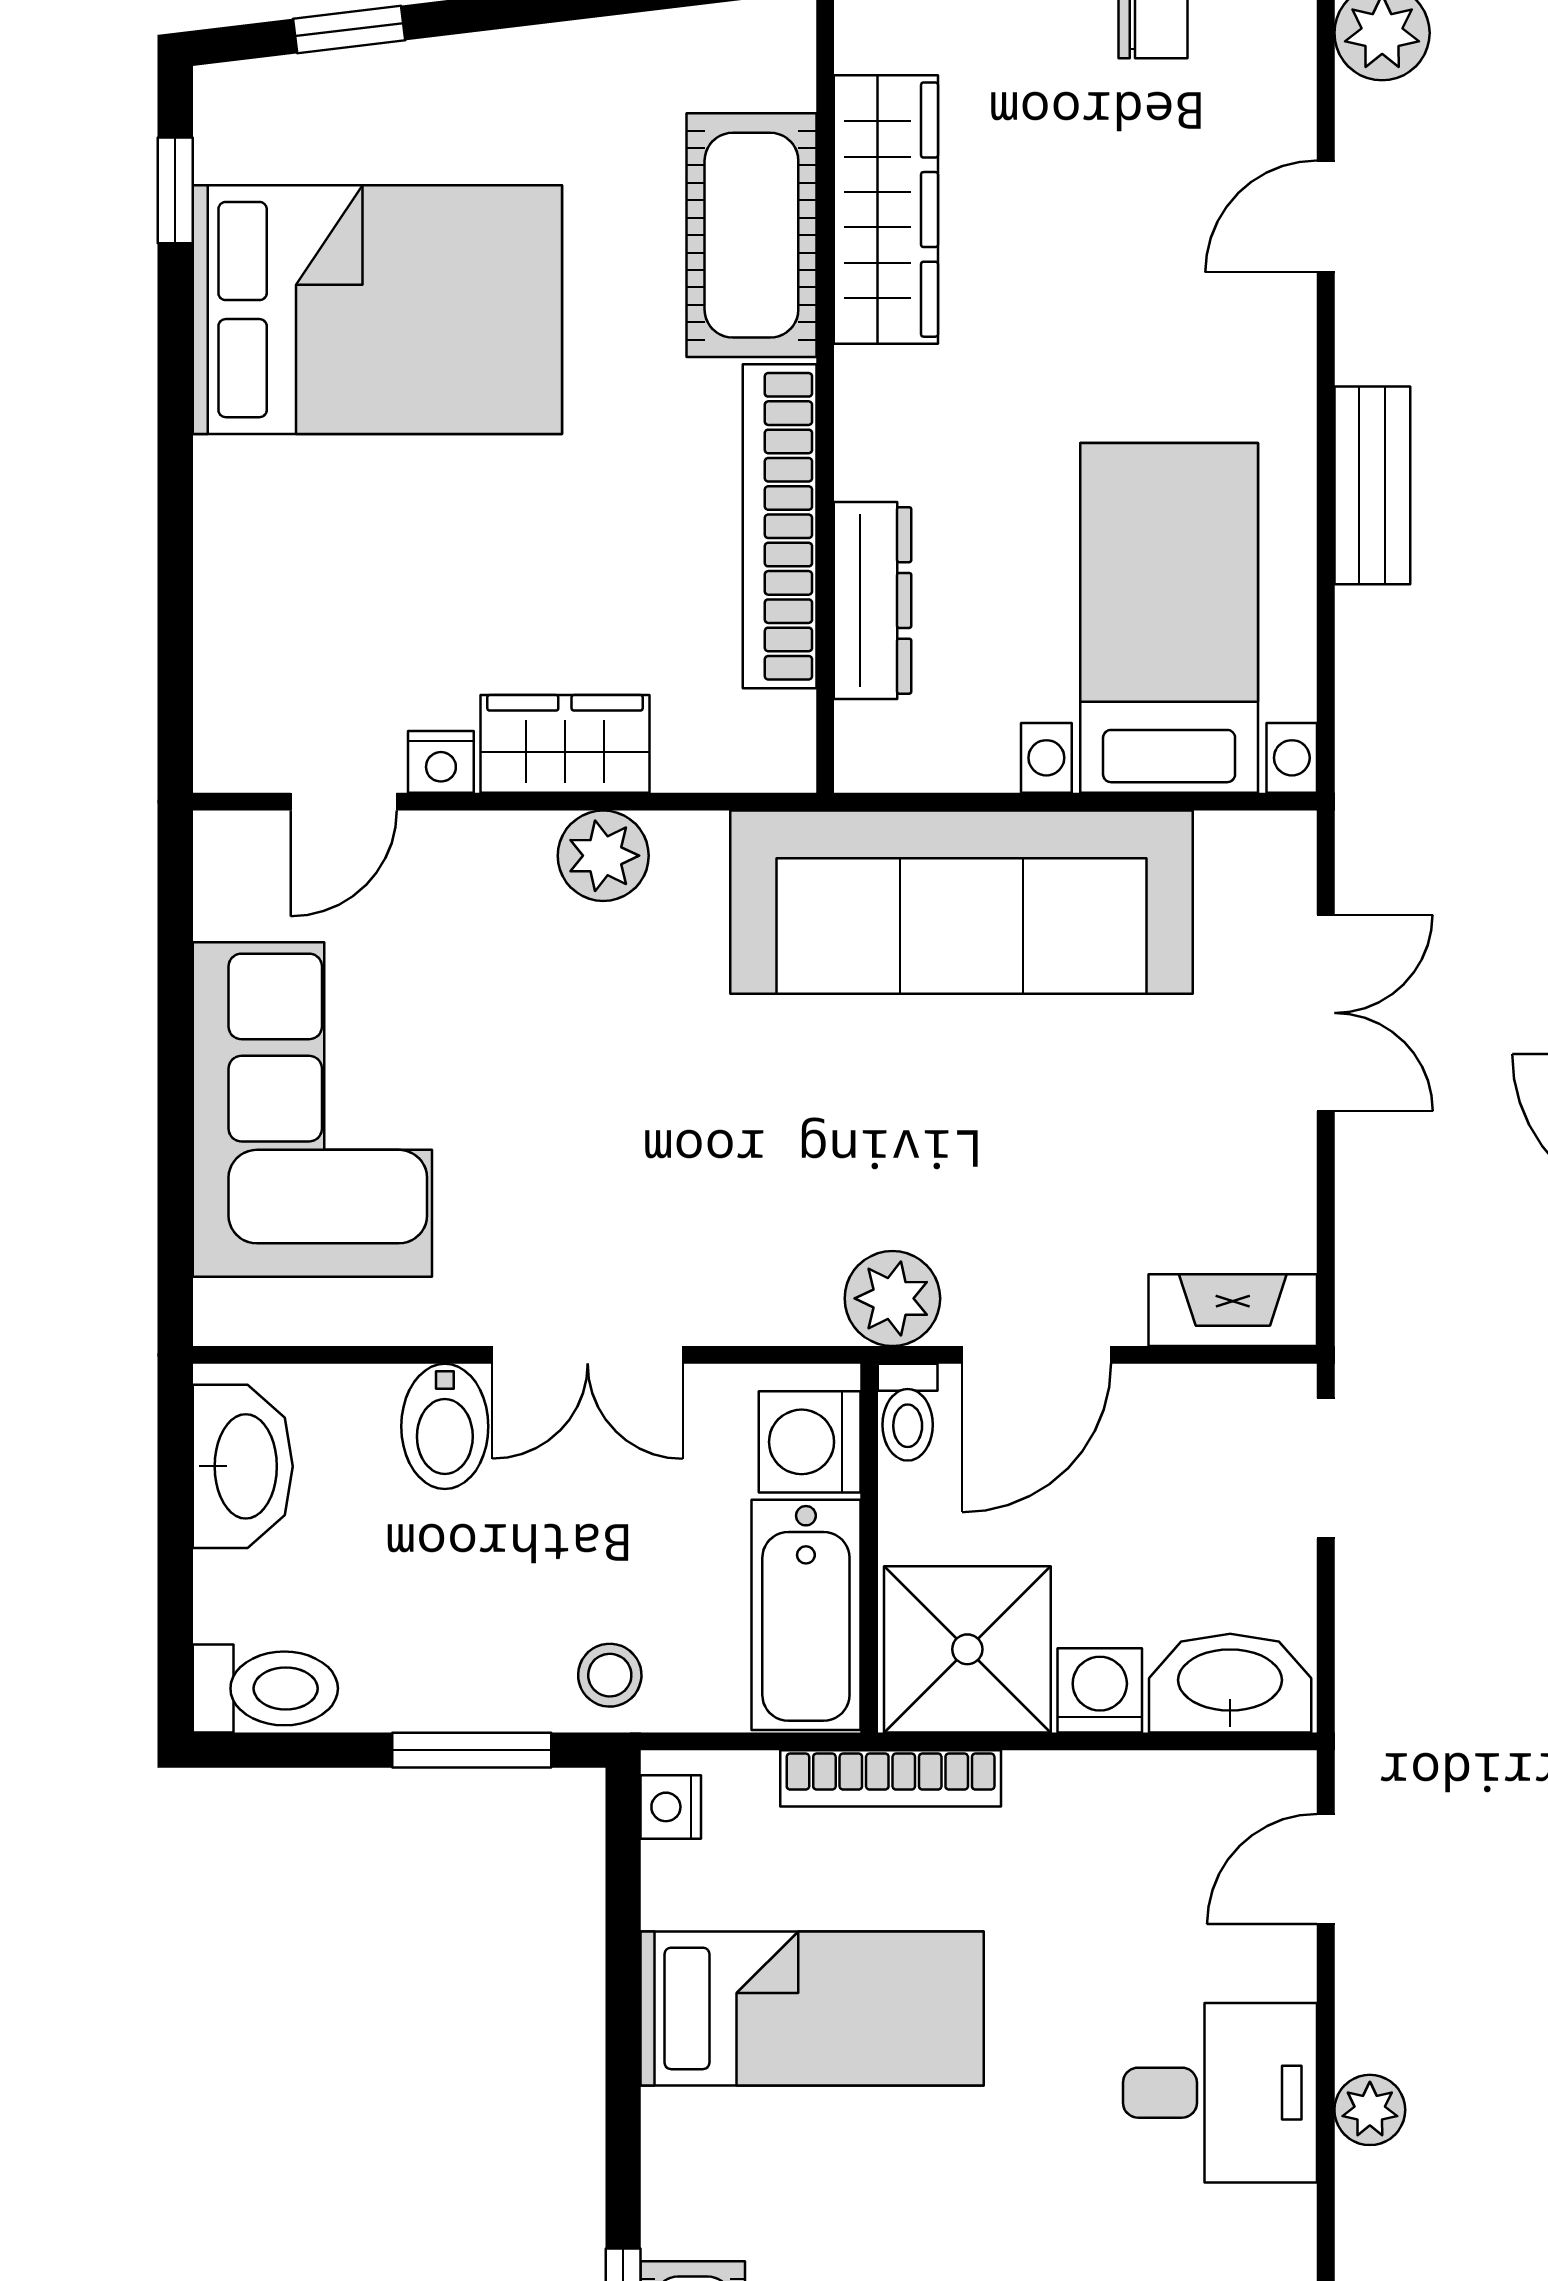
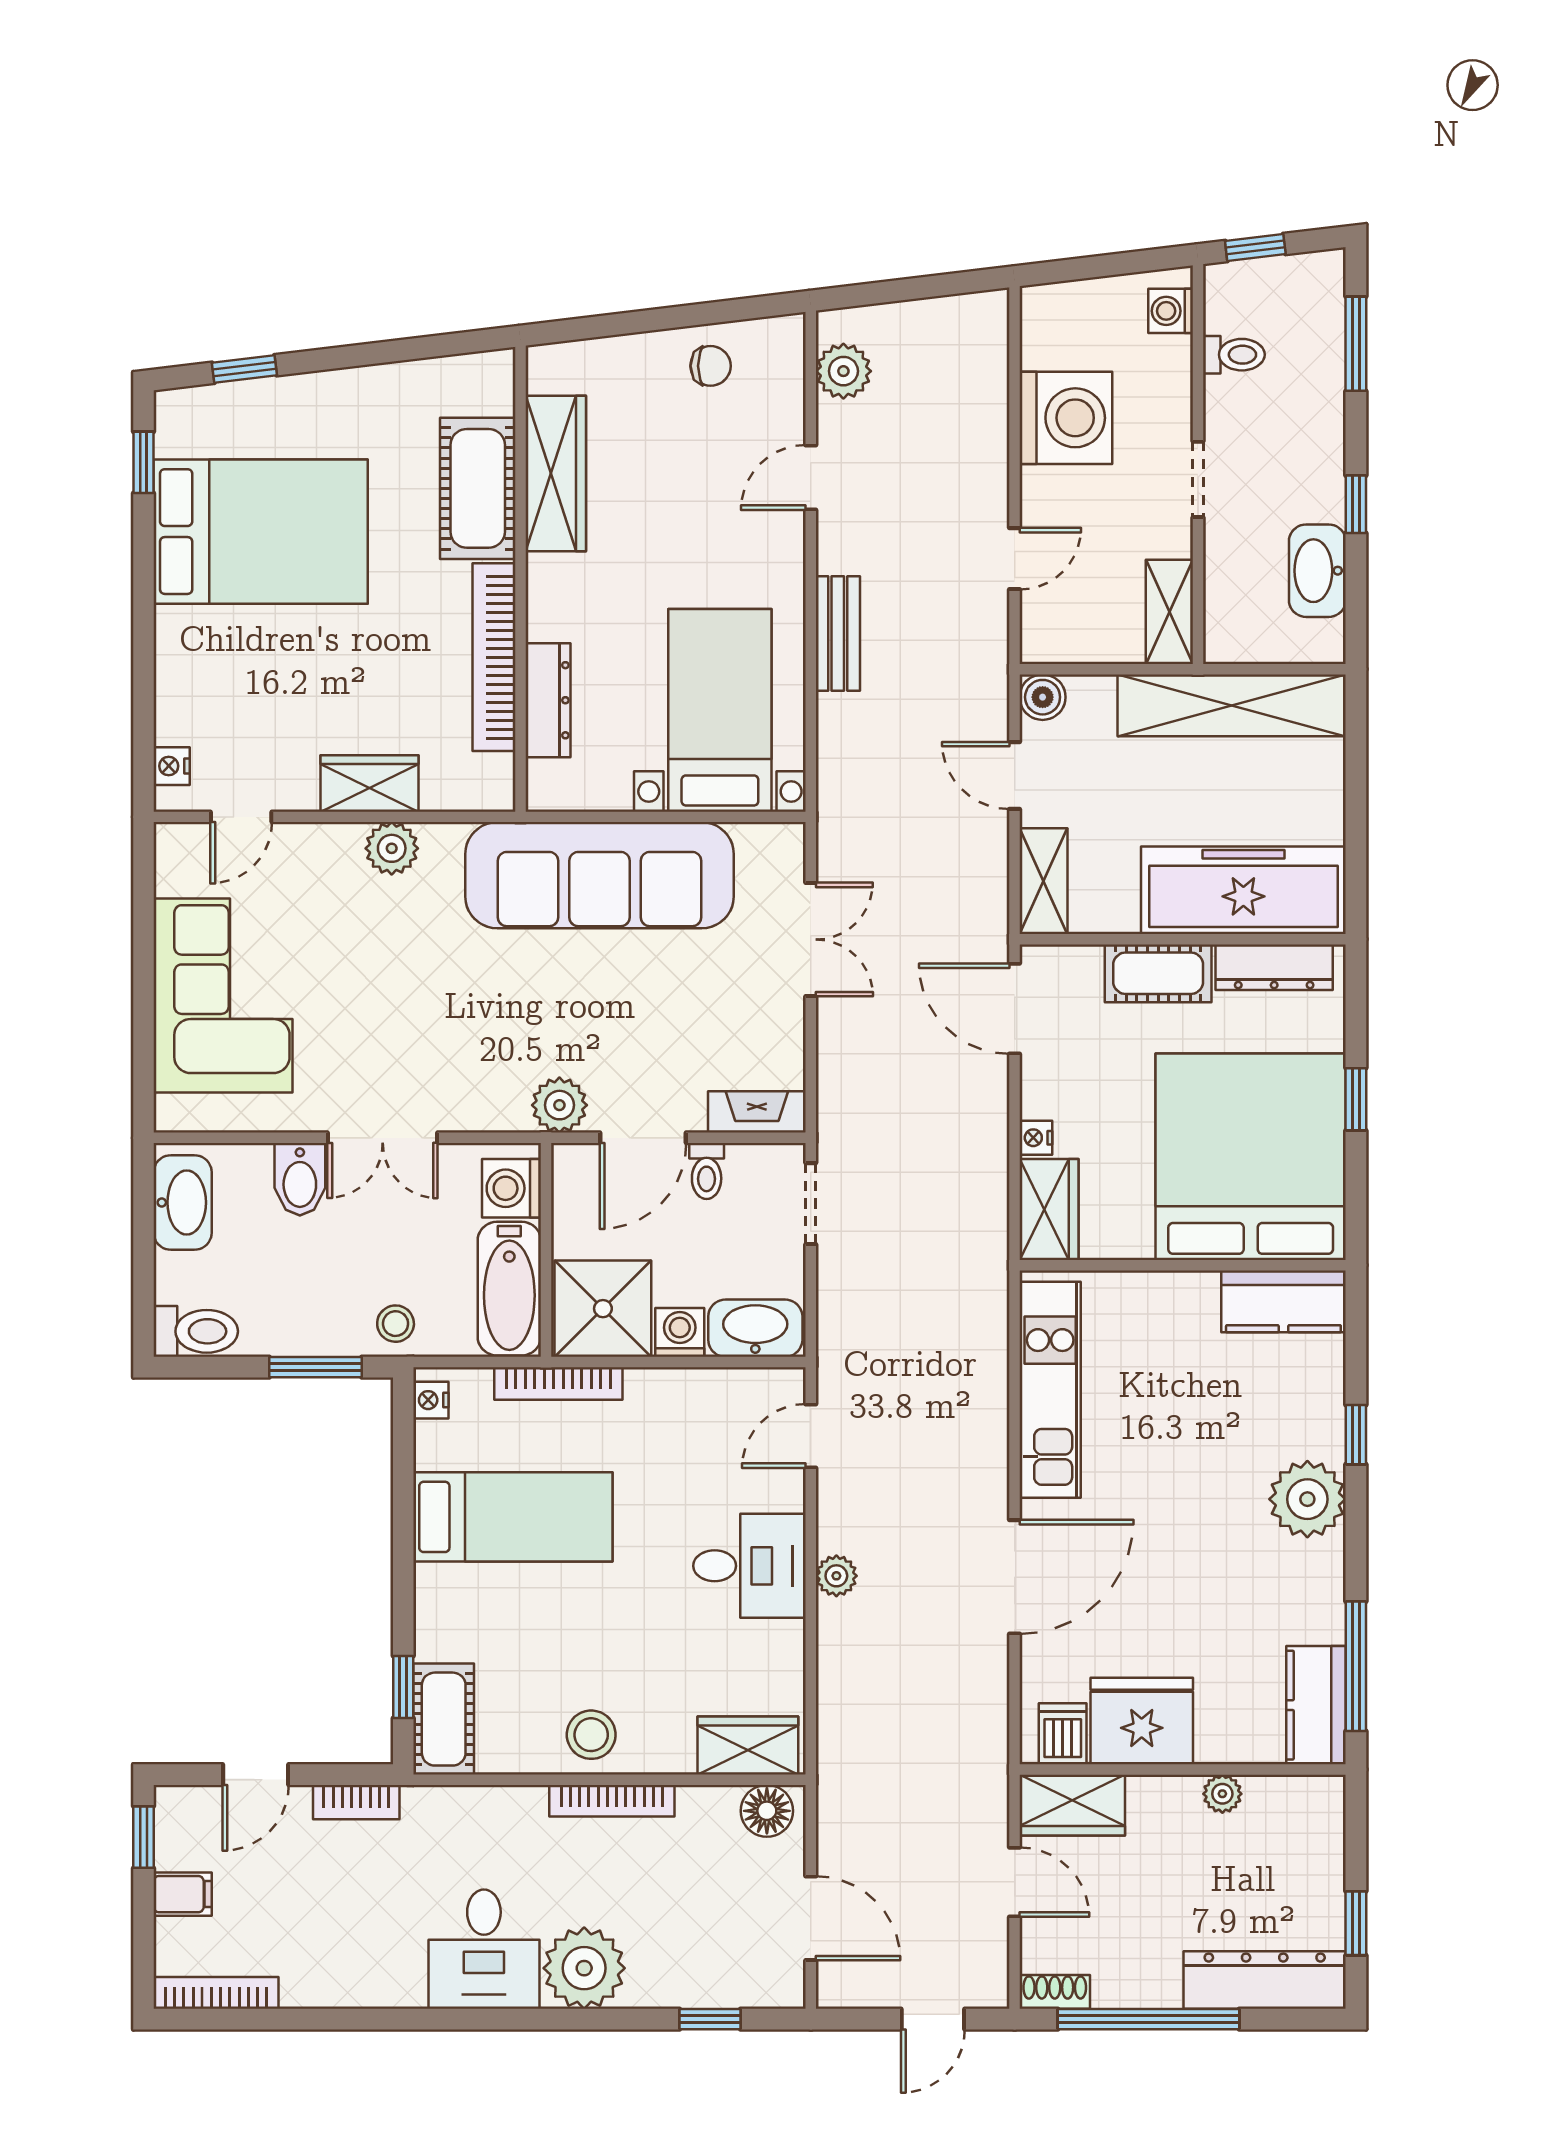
nightstand: (441, 762) -> (172, 766), moved, turned 90
toilet: (908, 1412) -> (707, 1171), moved

